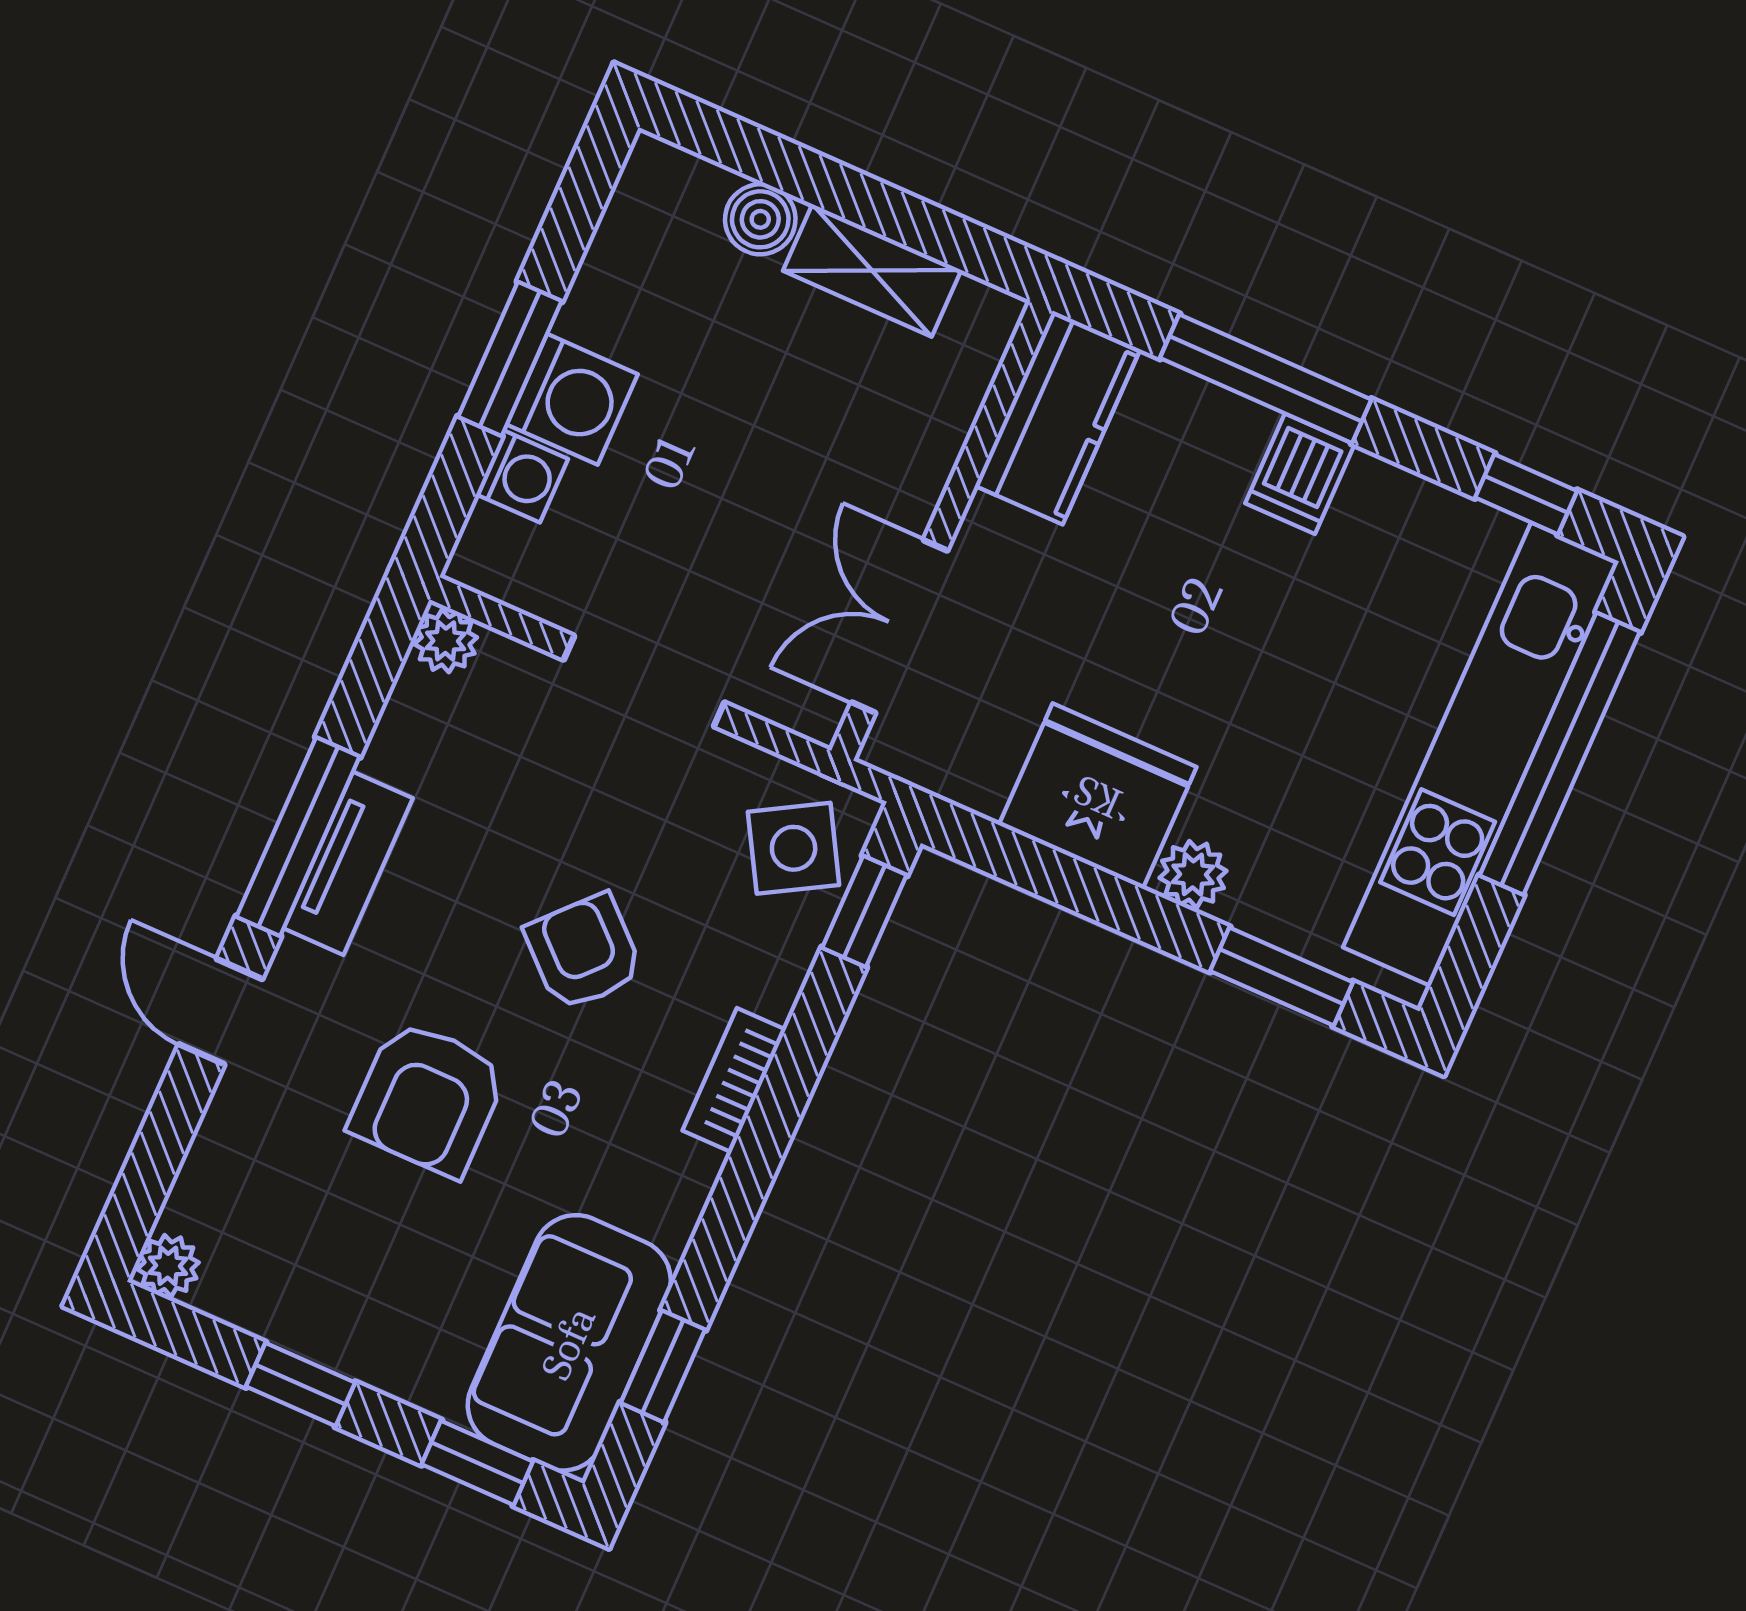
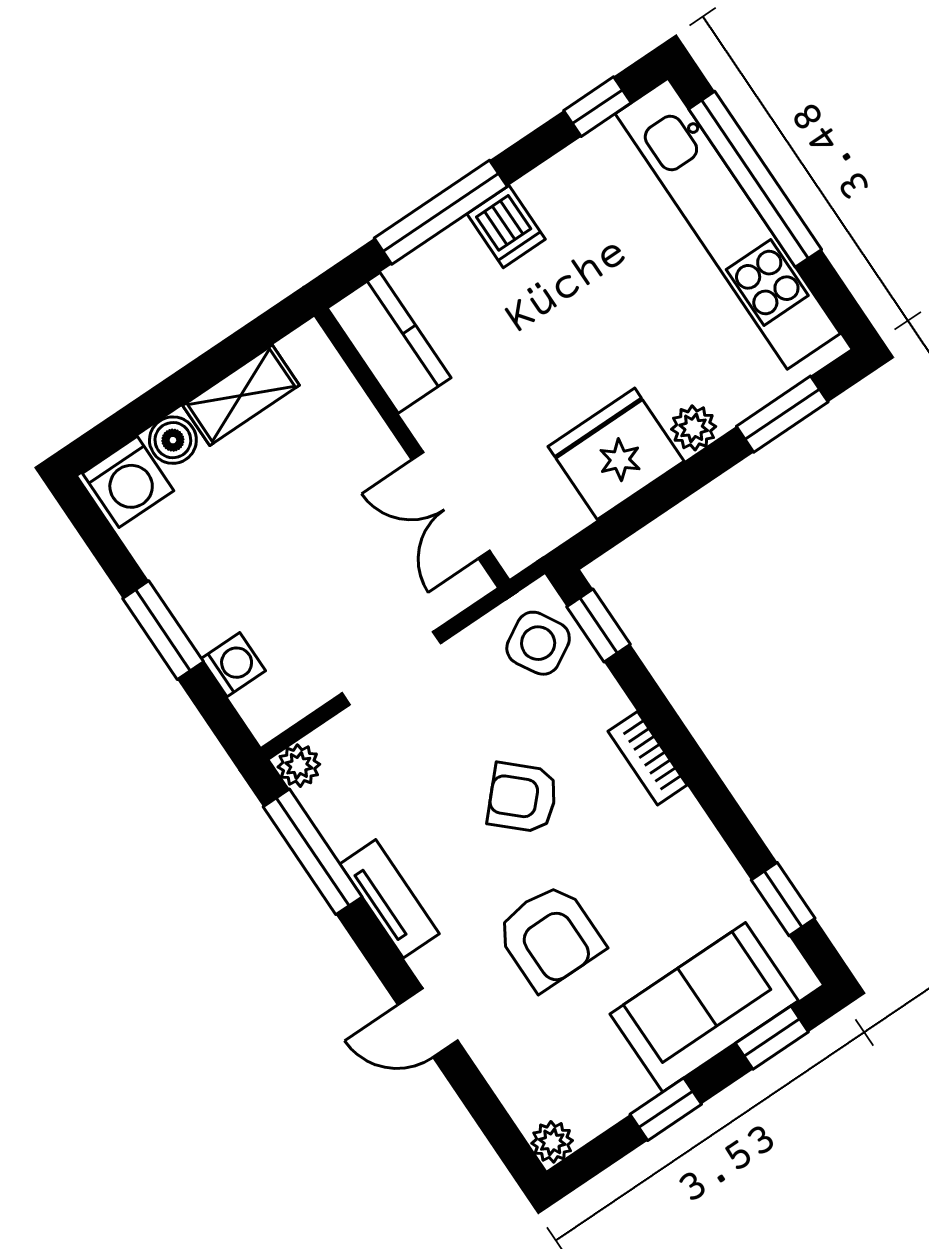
washing machine: (572, 399) -> (128, 482), moved, turned 90
window: (298, 837) -> (313, 852), moved
sofa: (569, 1343) -> (704, 1007), moved, turned 90

